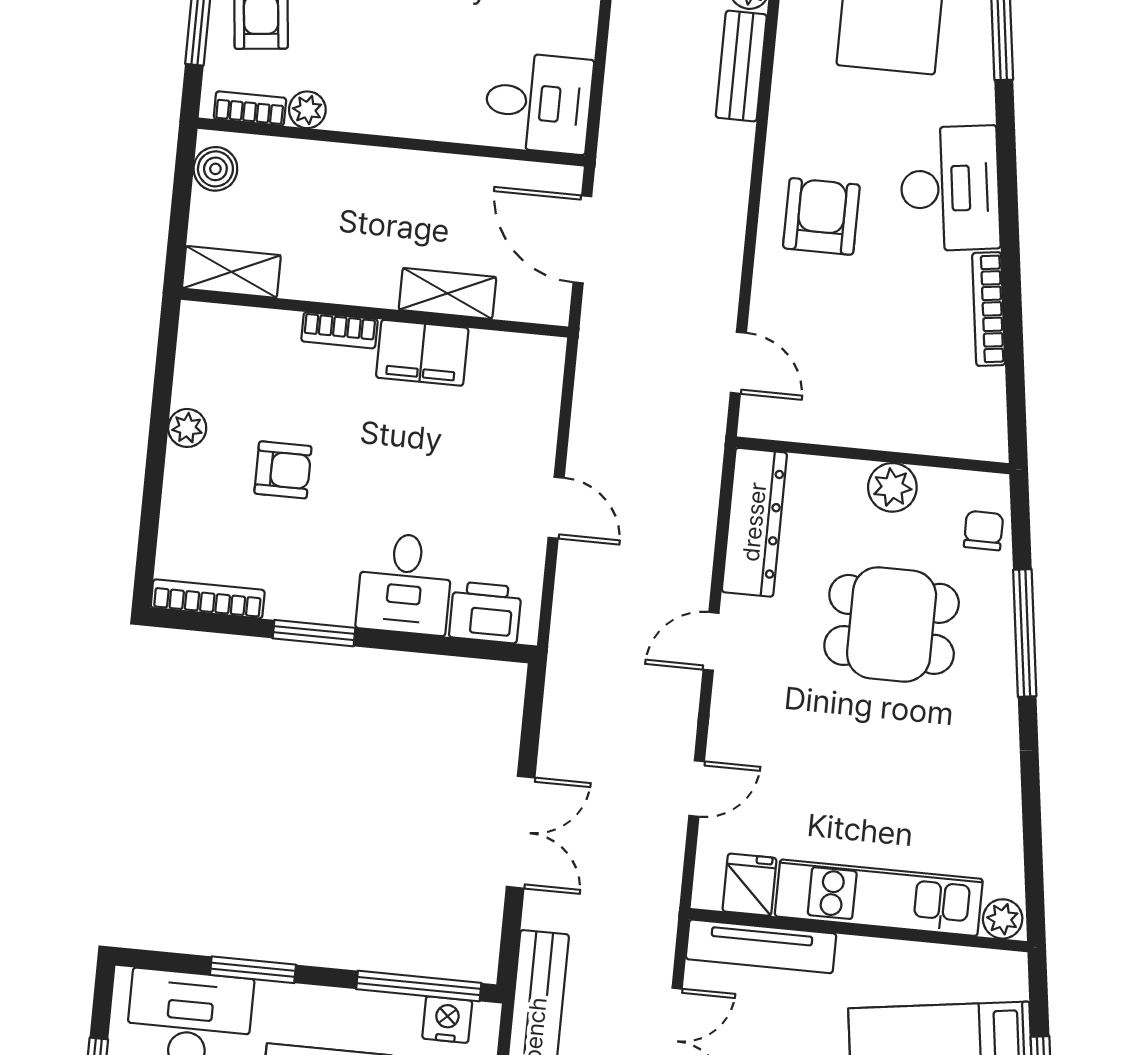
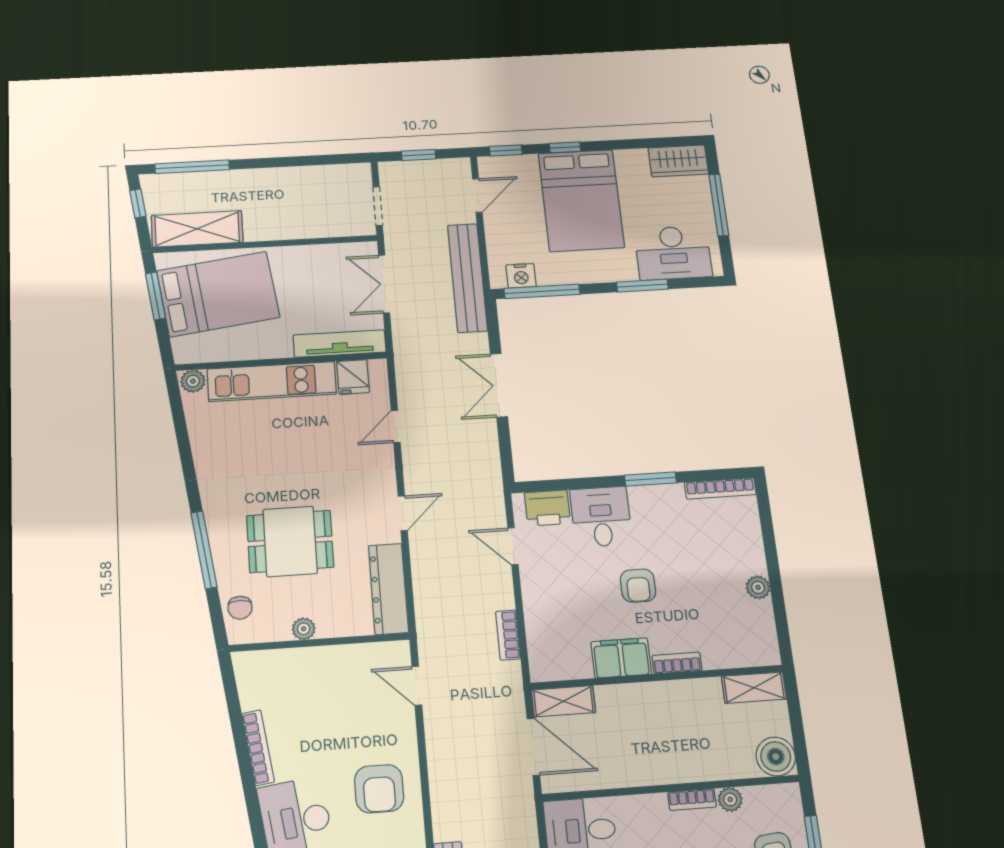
bookcase: (250, 108) -> (692, 800), moved
boiler: (215, 169) -> (776, 757), width x1.36, depth x1.36
shelving: (447, 293) -> (563, 701), moved
bookcase: (586, 418) -> (508, 635), added
armchair: (283, 470) -> (638, 586), moved, turned -90
plant: (892, 487) -> (304, 629), width x0.73, depth x0.73
door: (556, 508) -> (513, 546), moved

